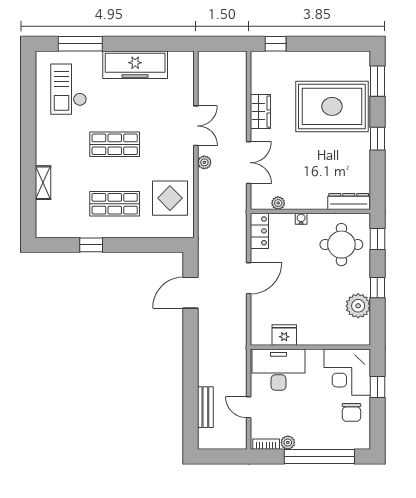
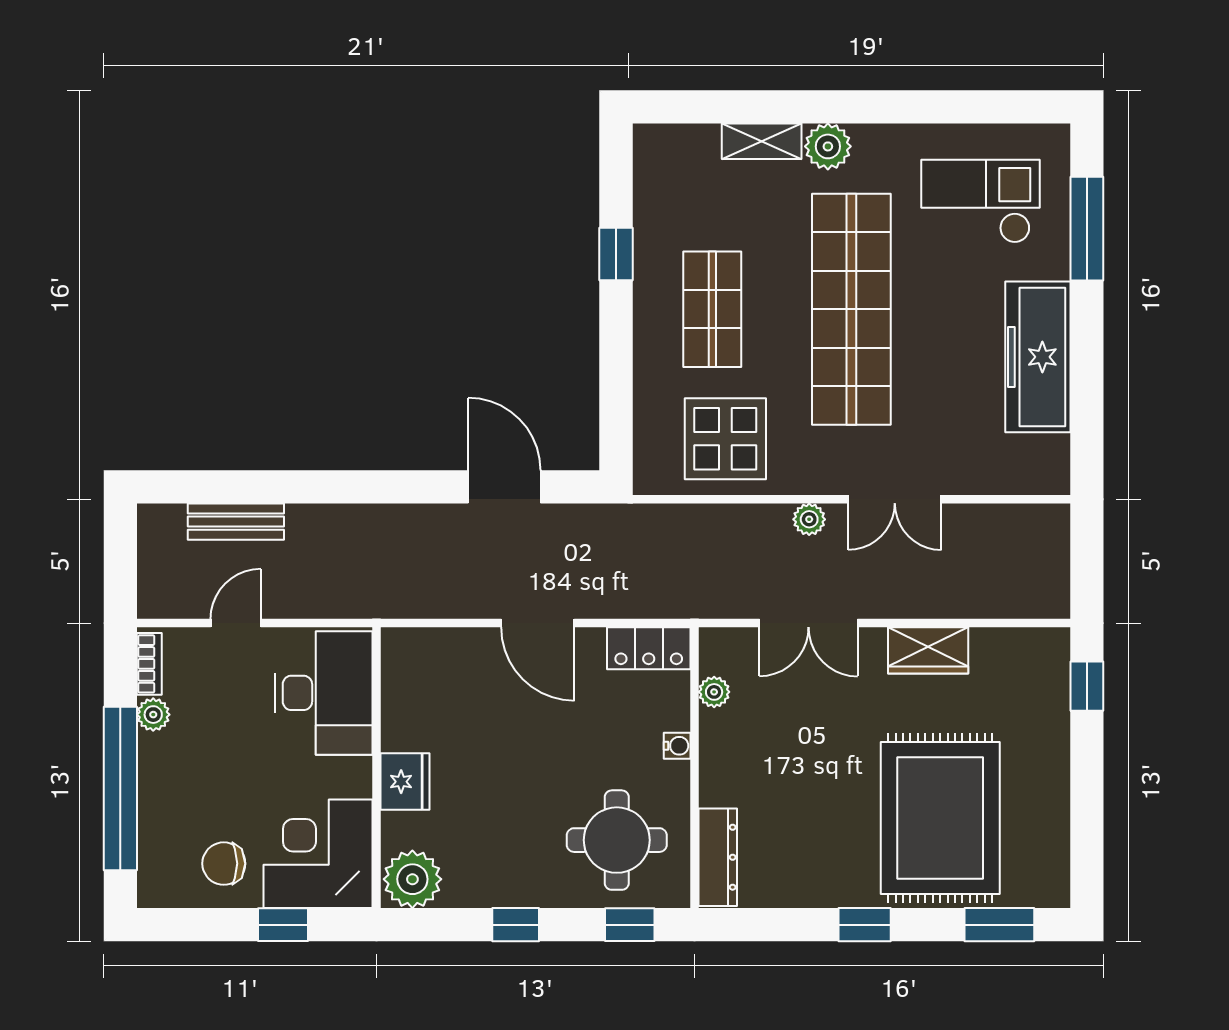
shop shelf: (115, 144) -> (851, 309), width x2.00, depth x1.36
plant: (45, 154) -> (828, 146), added
plant: (358, 306) -> (412, 879), moved
fridge: (284, 335) -> (405, 782), moved

